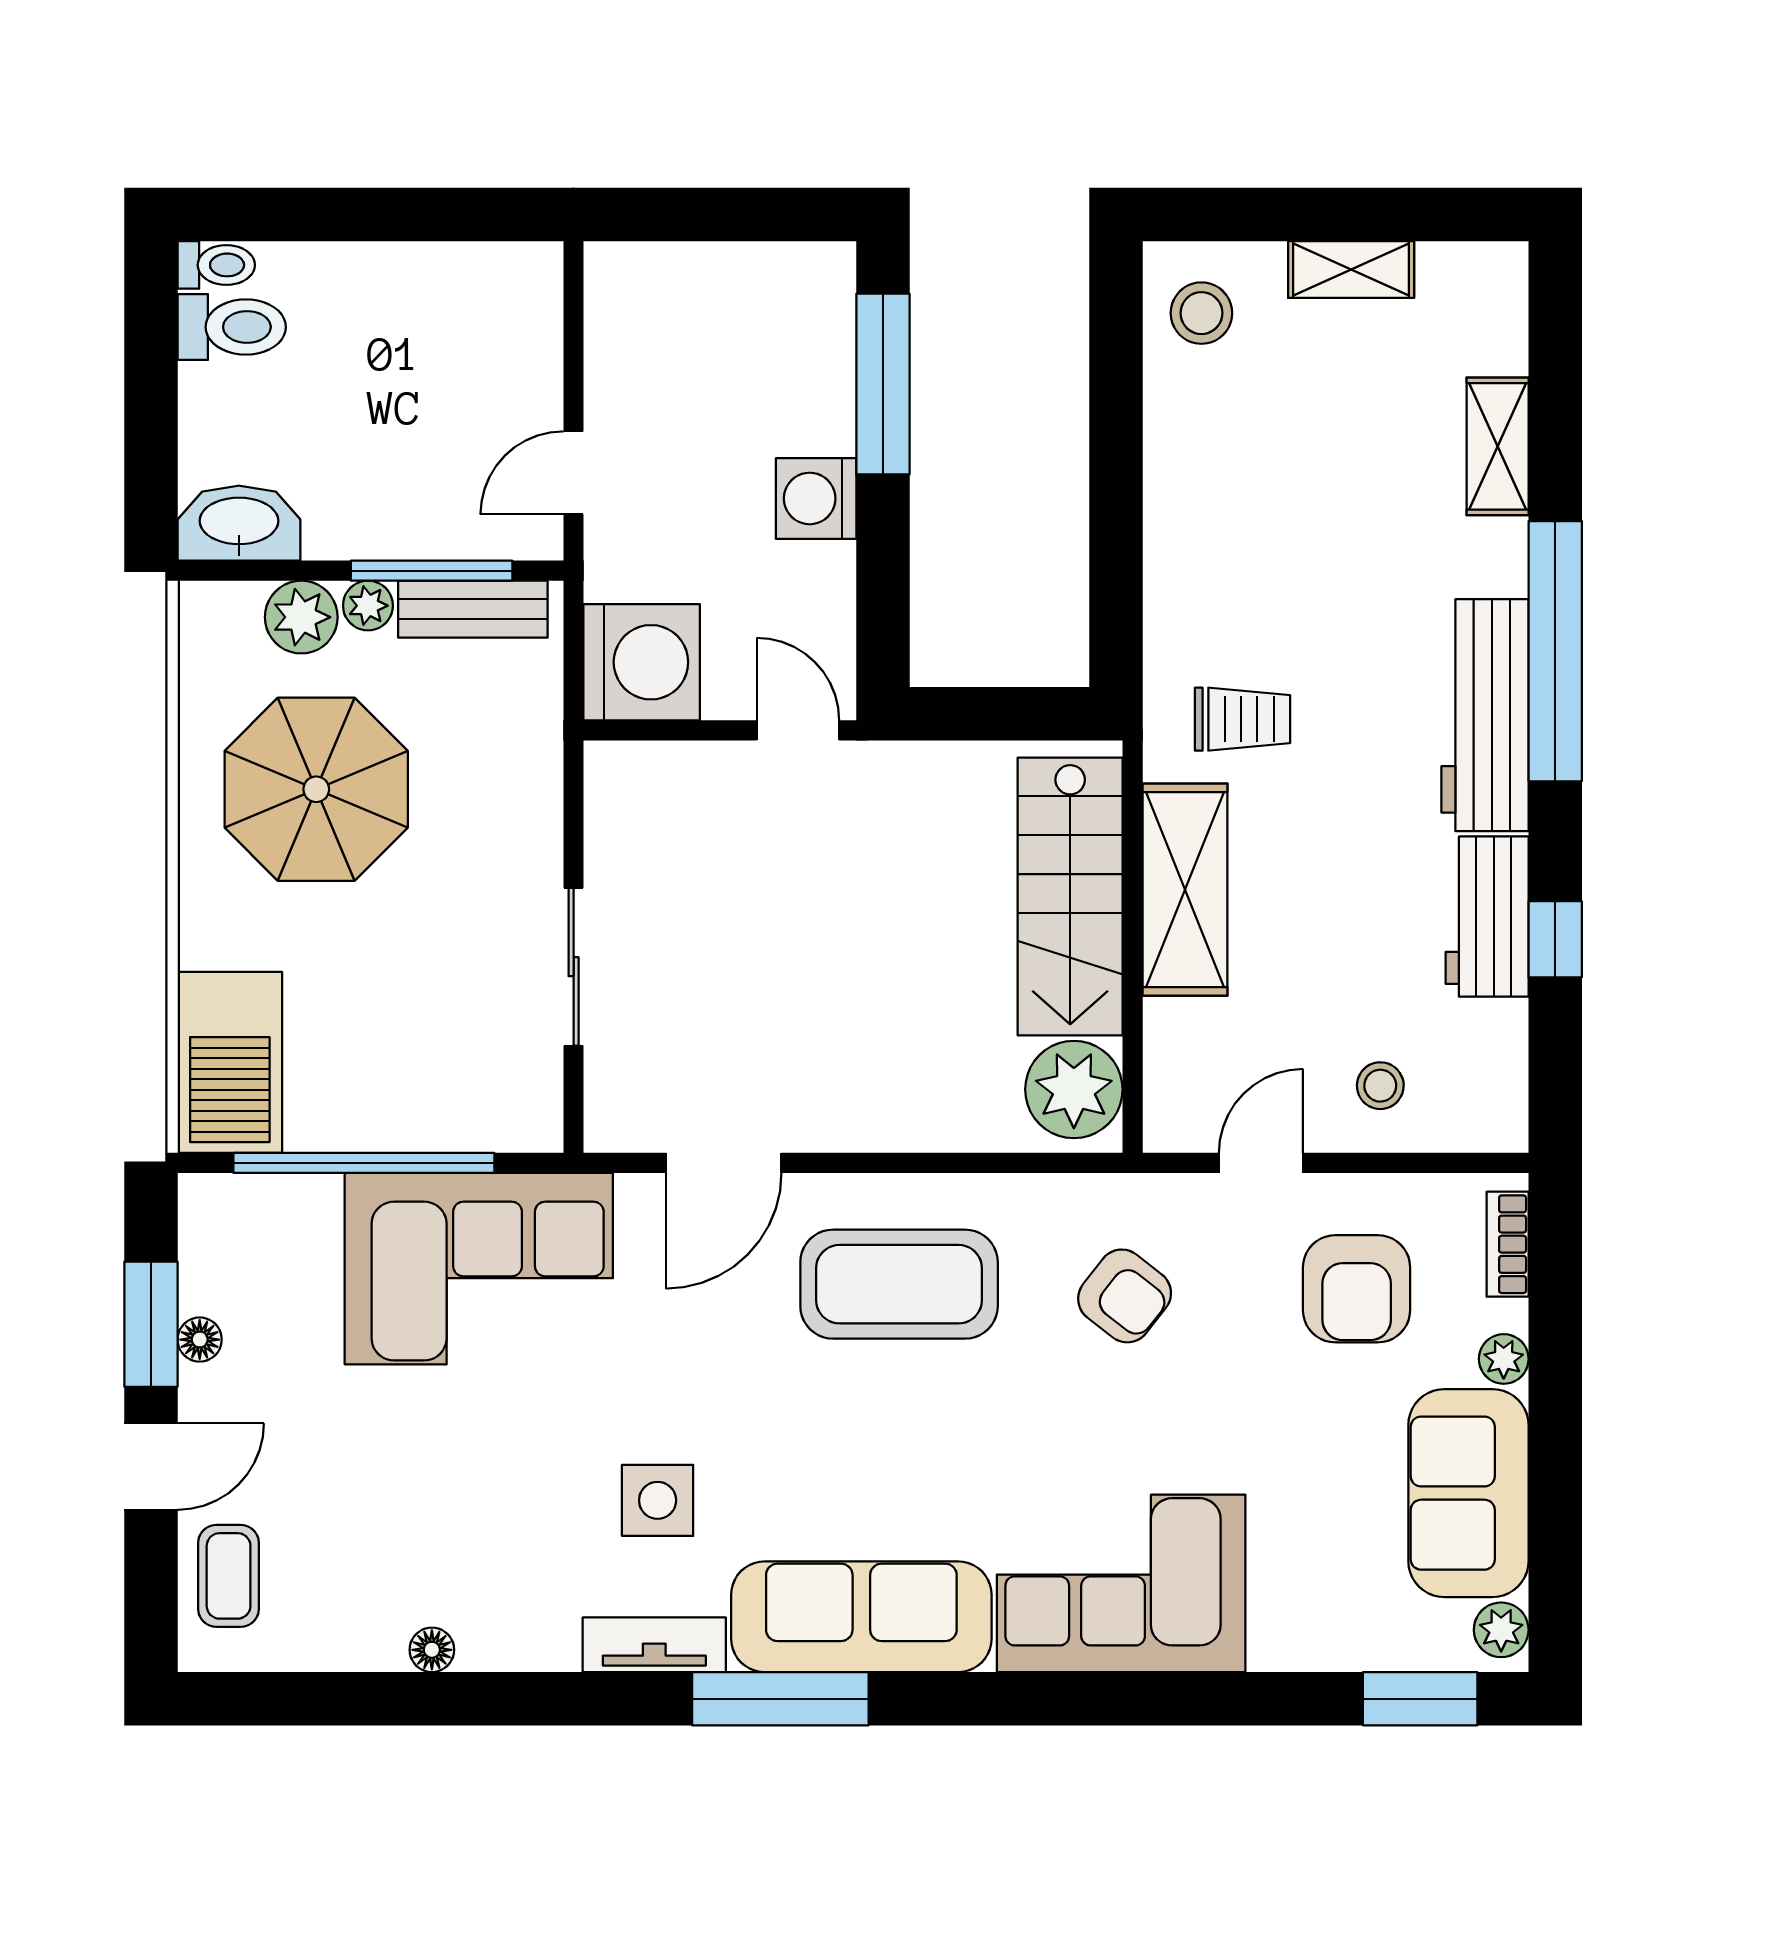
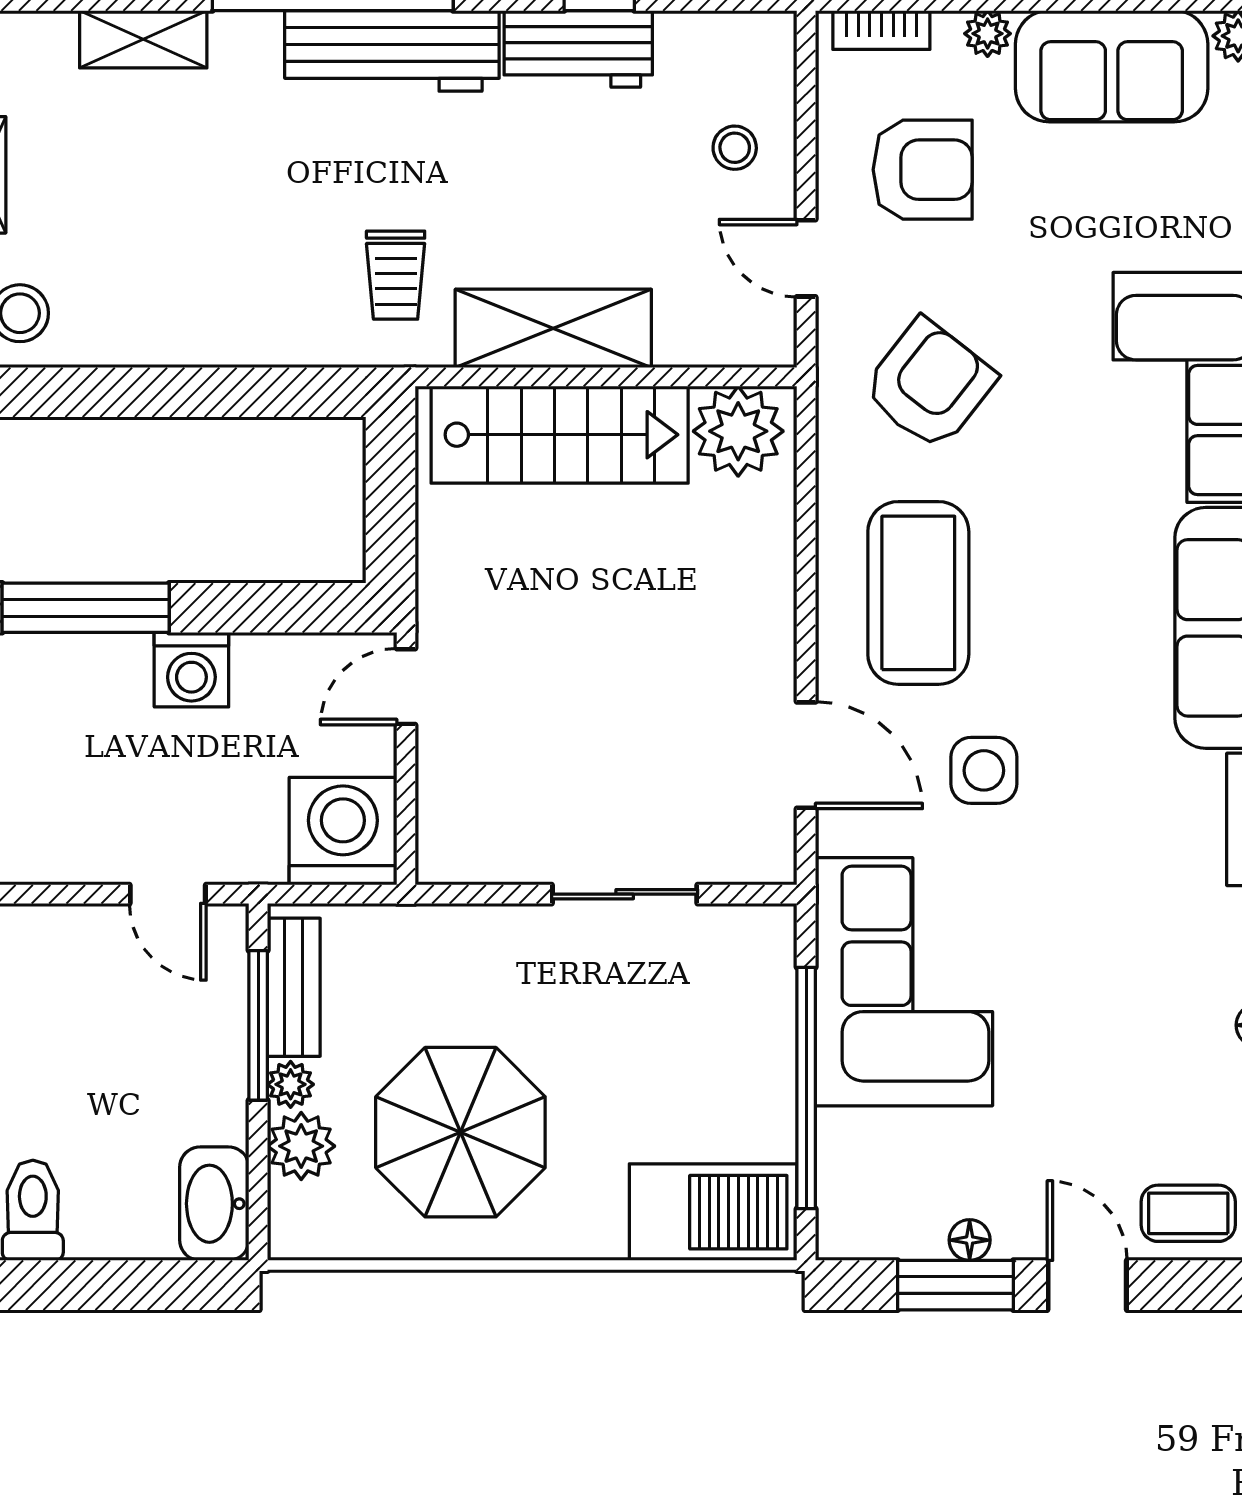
trolley: (1243, 719) -> (396, 275), turned 180
armchair: (1125, 1296) -> (929, 384), width x1.38, depth x1.38
side table: (658, 1500) -> (984, 770), moved

